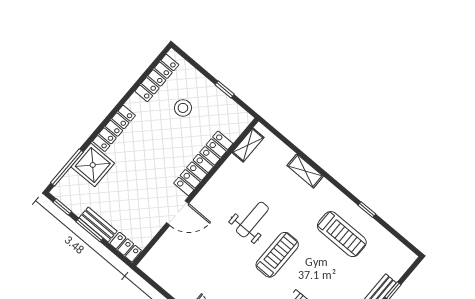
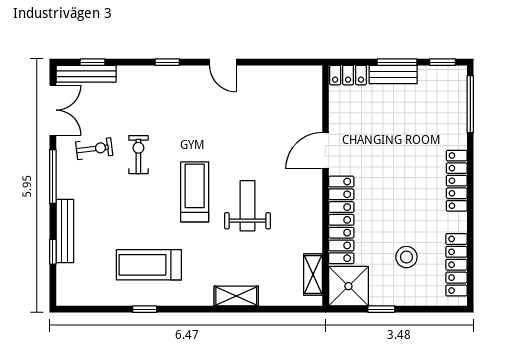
shower: (93, 165) -> (348, 286), moved
weight bench: (252, 220) -> (248, 206), turned 180
treadmill: (277, 255) -> (195, 192), turned 180

